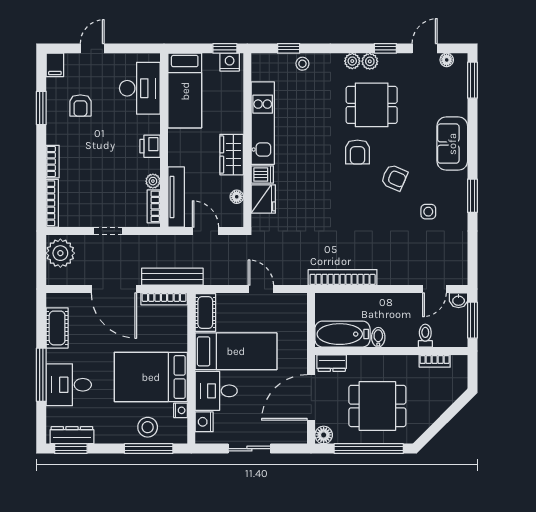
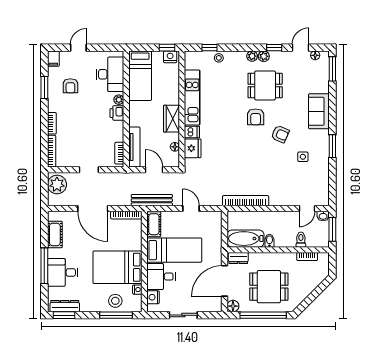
plant: (153, 181) -> (119, 100), moved
bench: (172, 277) -> (152, 200), moved

